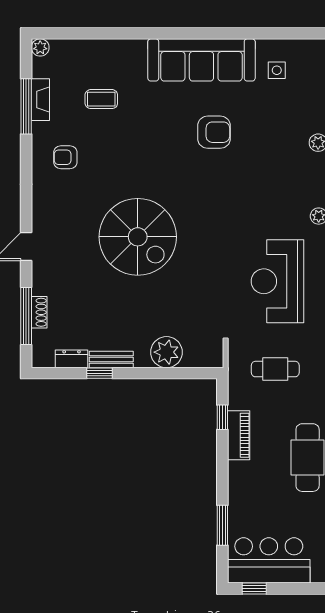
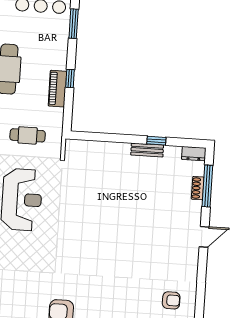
spiral stairs: (138, 237) -> (122, 239), removed
plant: (166, 352) -> (106, 153), removed
dresser: (72, 359) -> (194, 154), moved
window: (222, 417) -> (70, 78), moved

